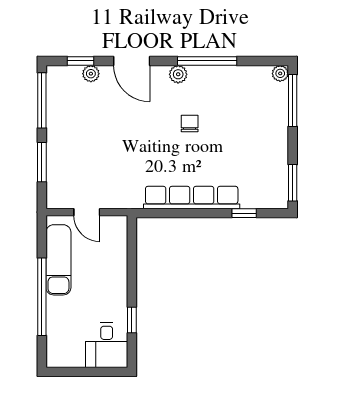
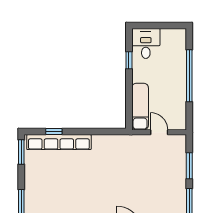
chair: (190, 124) -> (90, 192), removed
row of seats: (192, 198) -> (59, 142), moved
exam couch: (58, 260) -> (140, 107), moved, turned 180

